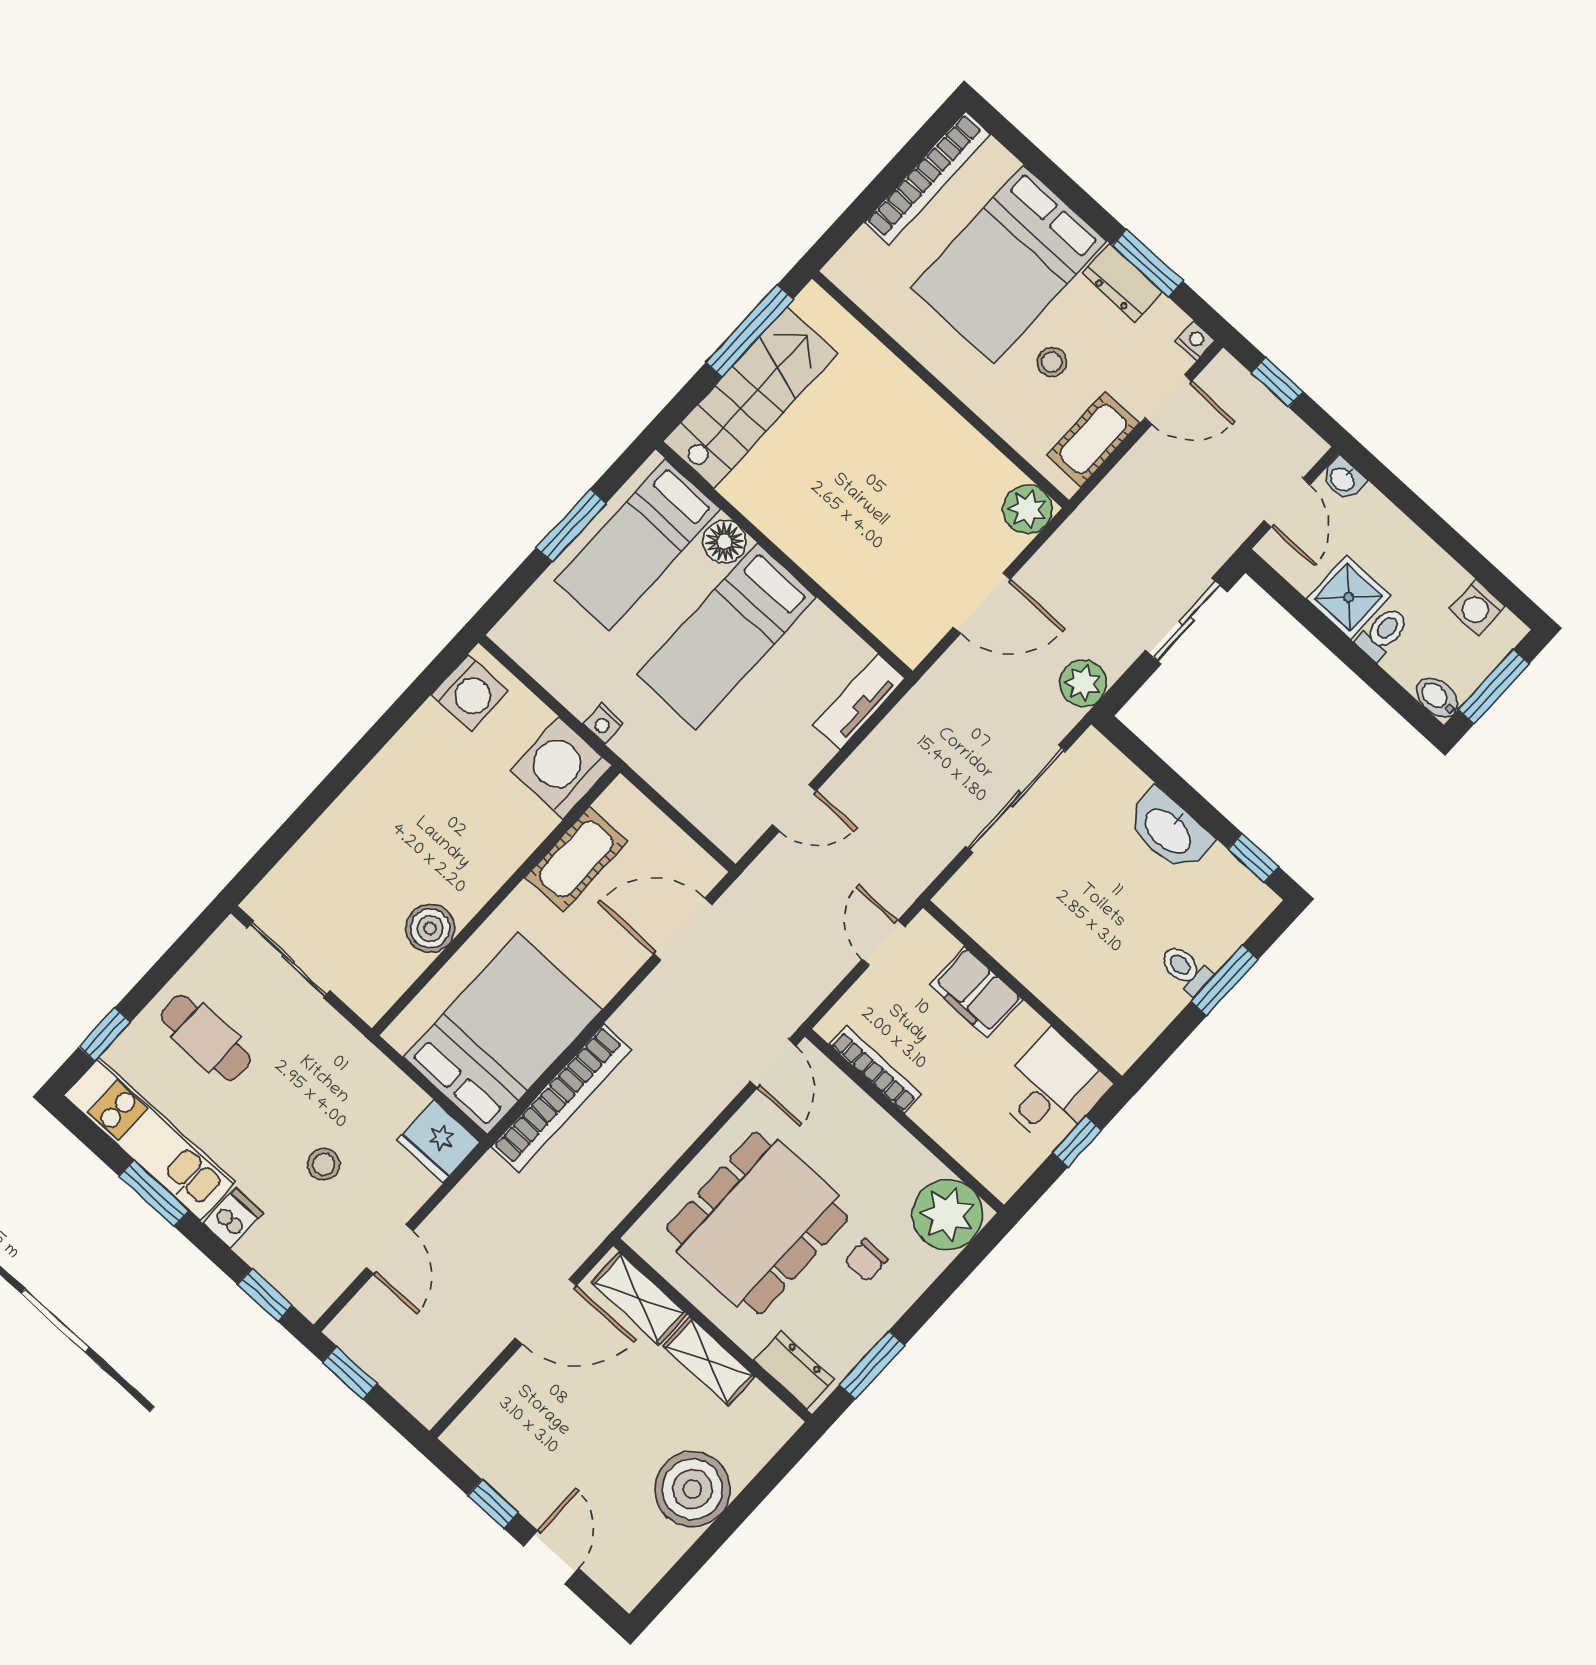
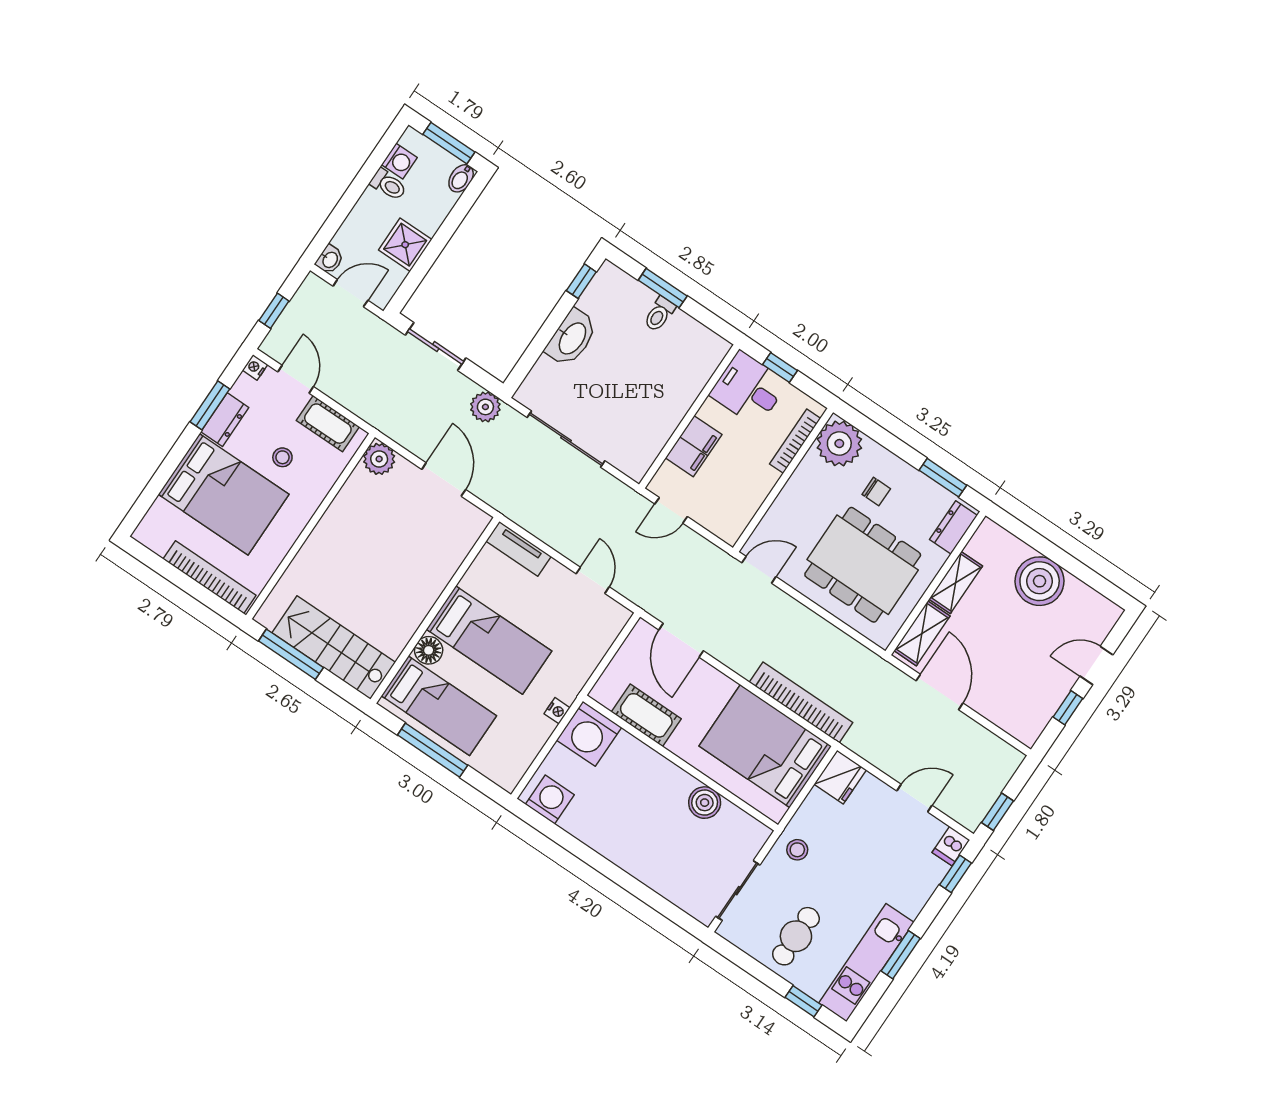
bookcase: (927, 178) -> (210, 577), moved
window: (571, 525) -> (433, 750), width x1.44
toilet: (1383, 633) -> (388, 185), moved, turned 180
bookcase: (876, 1069) -> (795, 441), moved
stool: (324, 1164) -> (797, 850), moved
dishwasher: (233, 1218) -> (951, 846), moved, turned -90

